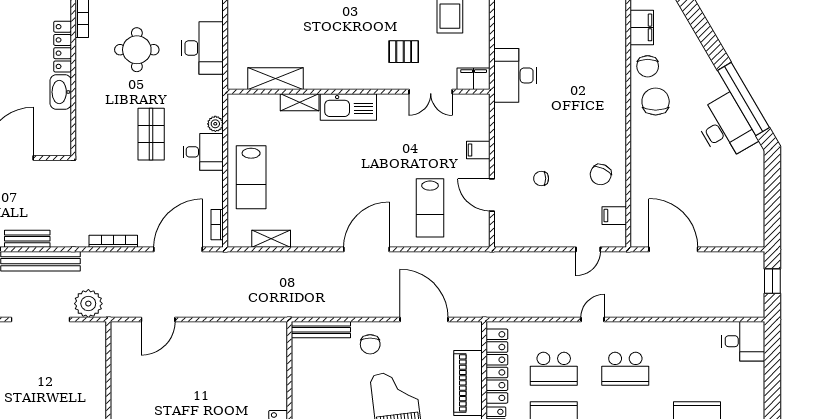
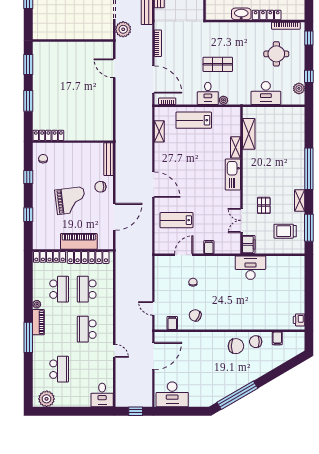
filing cabinet: (642, 27) -> (277, 338), width x0.50
round table: (137, 50) -> (276, 54), moved
desk: (725, 128) -> (172, 394), moved, turned 30
door: (593, 319) -> (114, 351), moved

